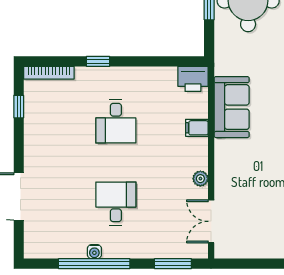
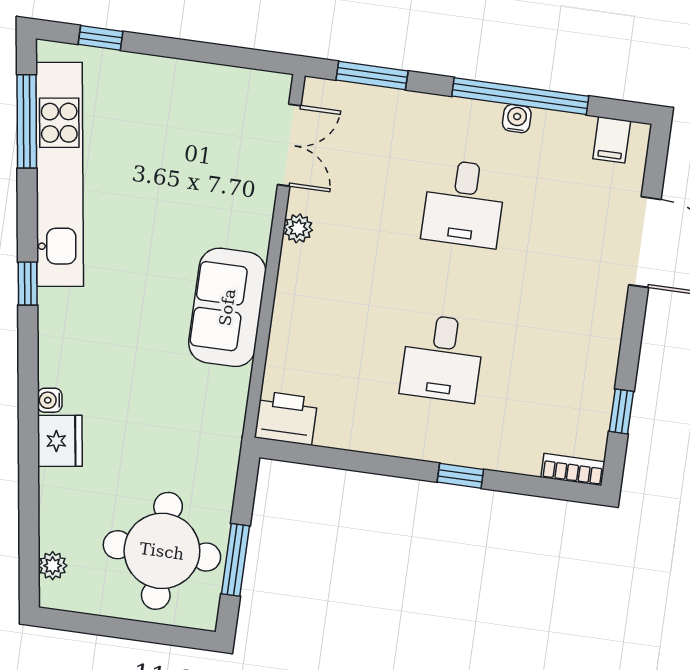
bookcase: (49, 73) -> (573, 470), width x0.64
sofa: (232, 107) -> (227, 307), moved
desk: (116, 121) -> (442, 358), turned 180
filing cabinet: (197, 128) -> (612, 140), moved, turned 90

